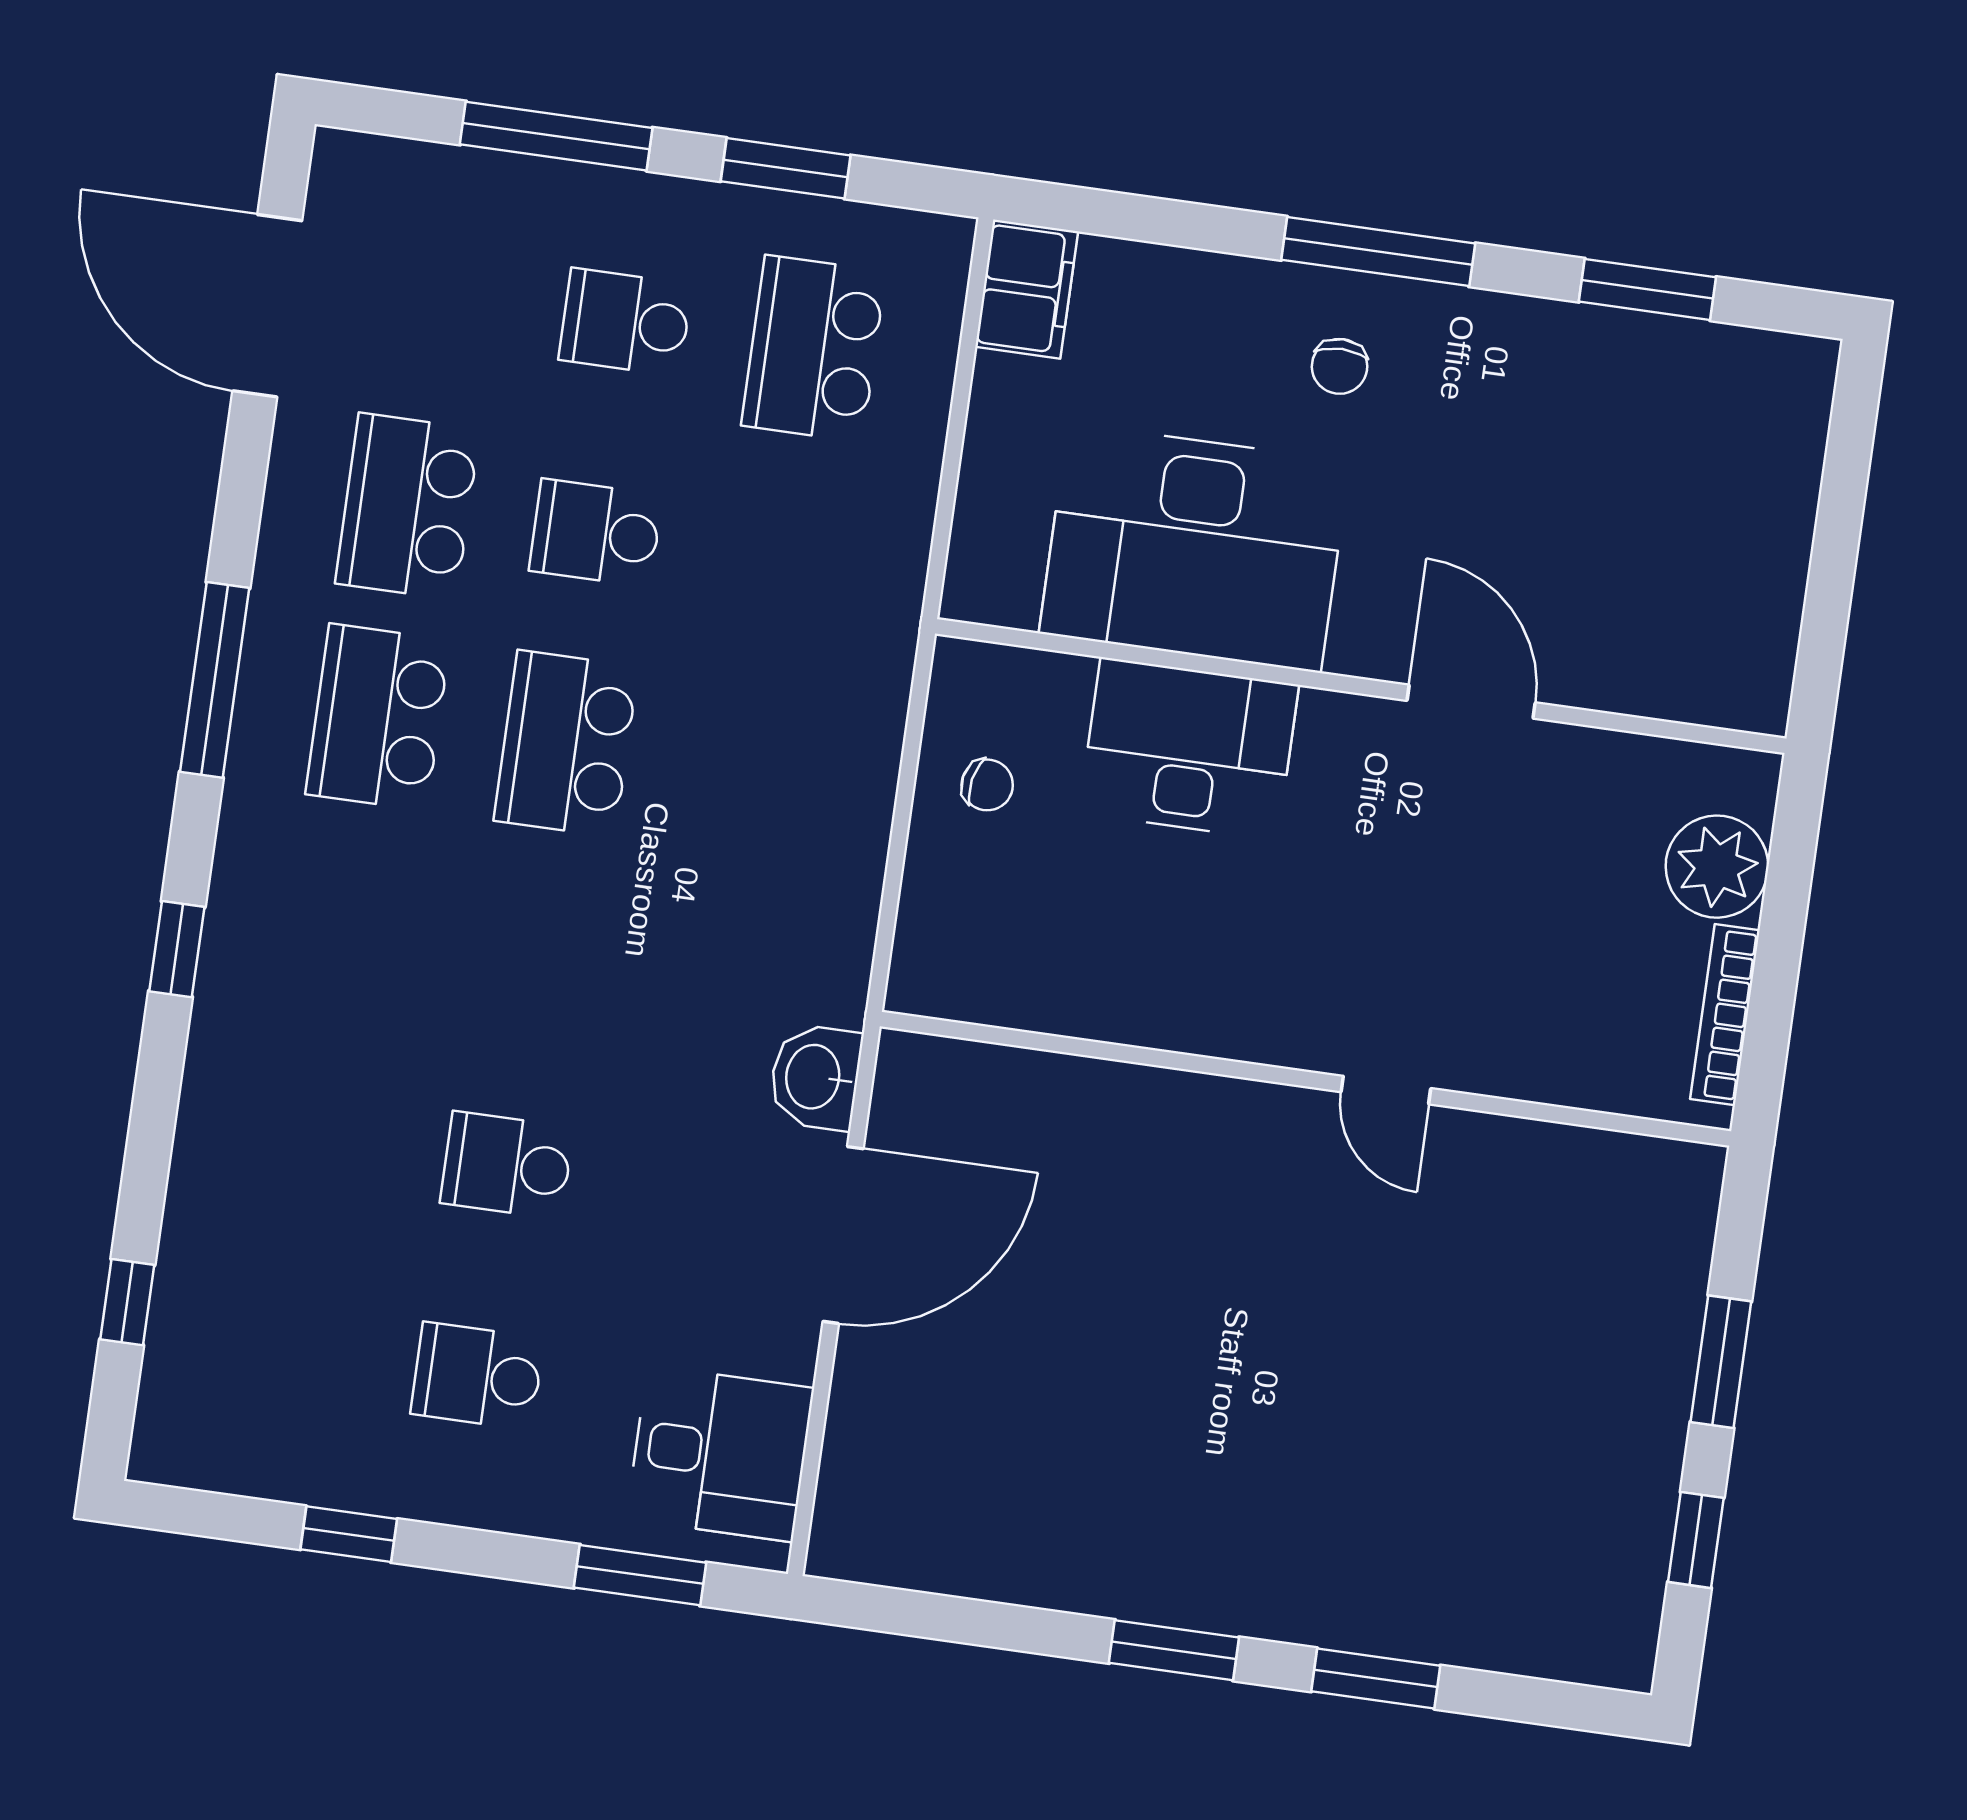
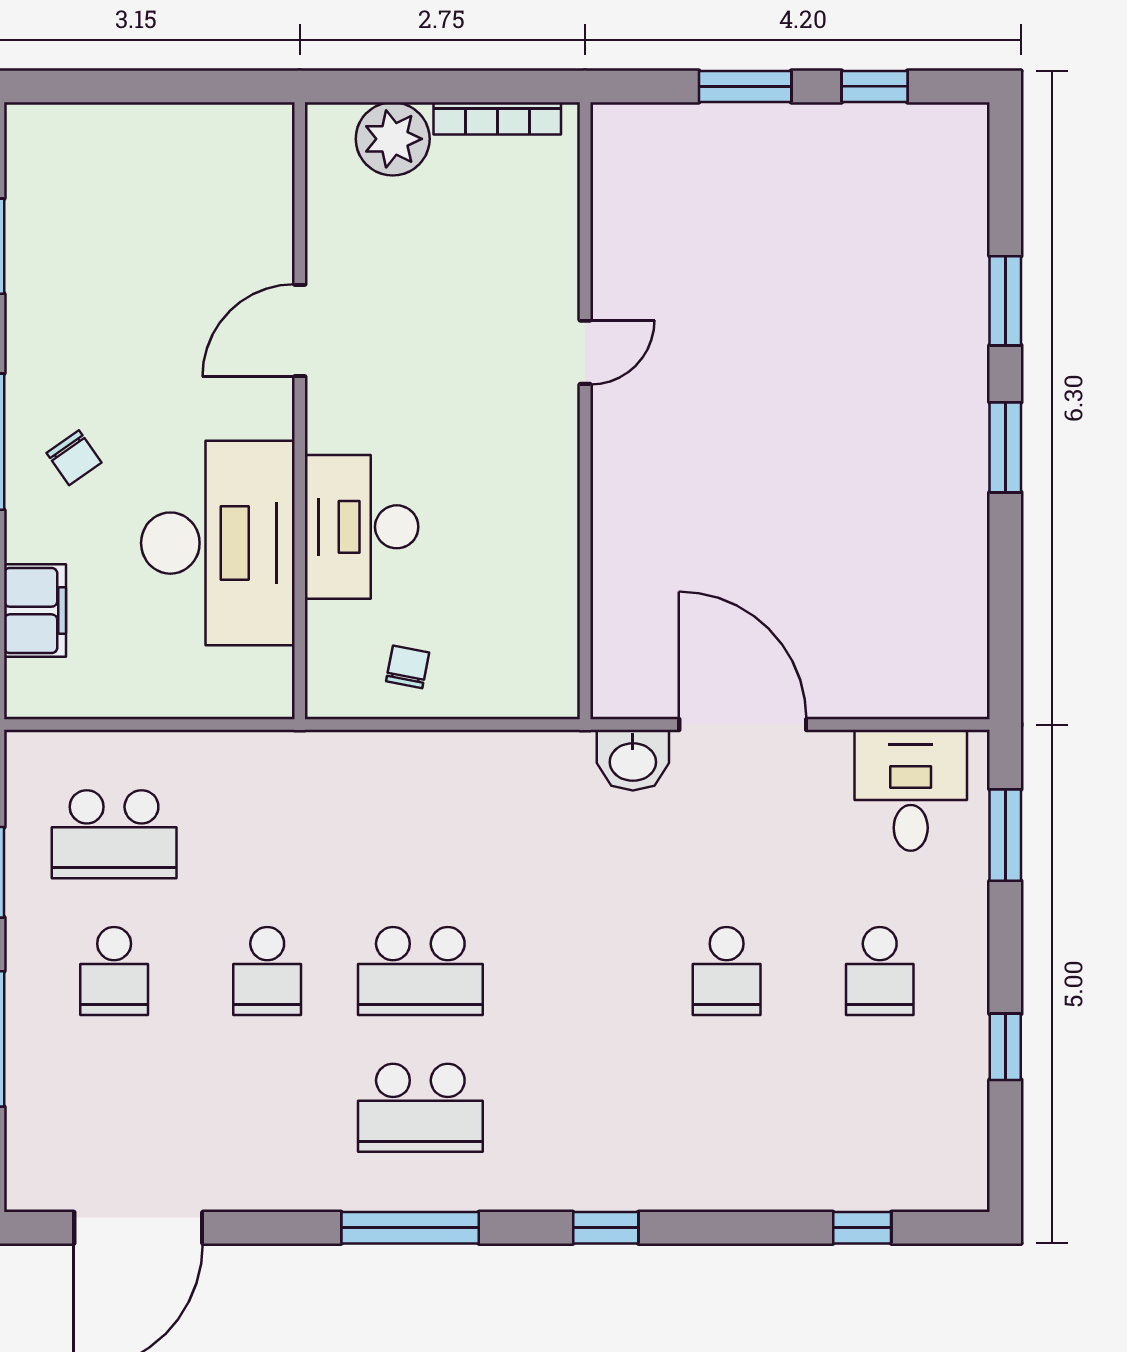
filing cabinet: (1027, 289) -> (35, 611), moved, turned 90
chair: (1340, 366) -> (74, 458), turned 55
school desk: (408, 506) -> (267, 1108), removed

